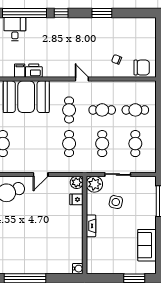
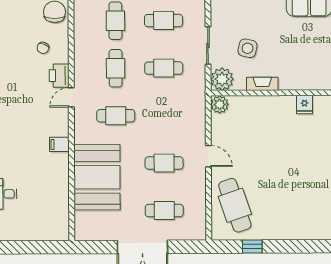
filing cabinet: (20, 71) -> (59, 144), moved
printer: (34, 71) -> (59, 76), moved
cafe table: (69, 144) -> (164, 163), moved
fridge: (76, 199) -> (305, 104), moved
fireplace: (91, 226) -> (262, 84), moved

